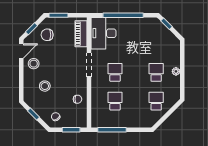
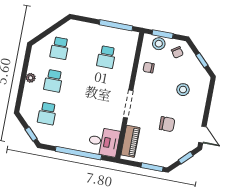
desk: (104, 33) -> (104, 142), width x0.73
chair: (47, 35) -> (167, 124), moved
door: (21, 51) -> (202, 135), swing flipped
stool: (34, 64) -> (159, 44), moved
school desk: (115, 72) -> (47, 114), moved

